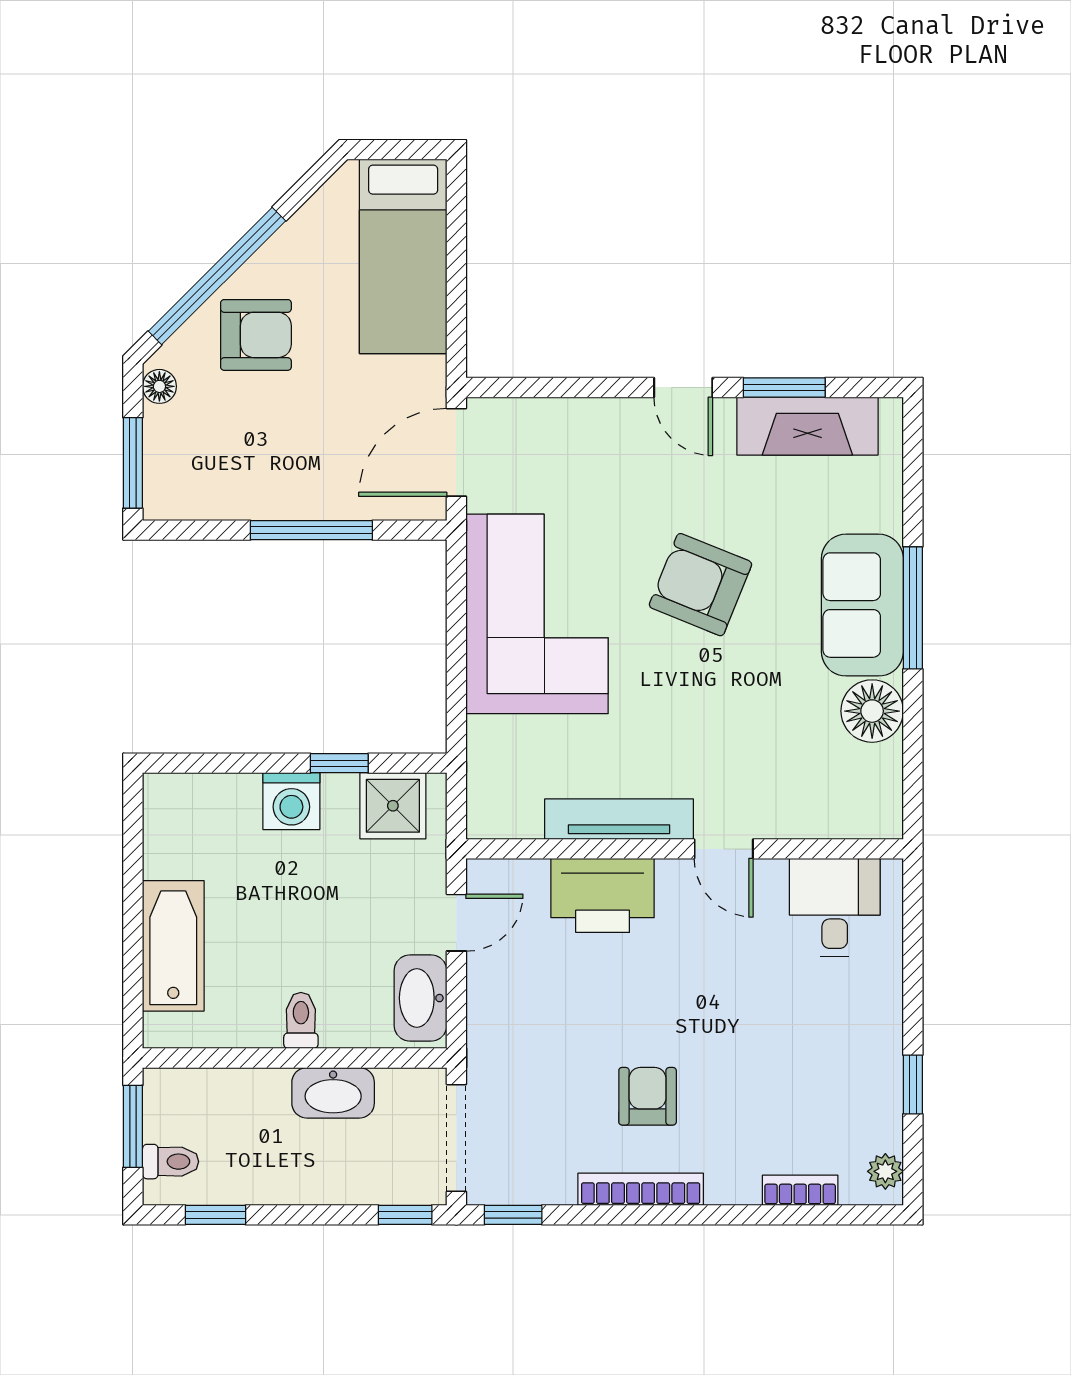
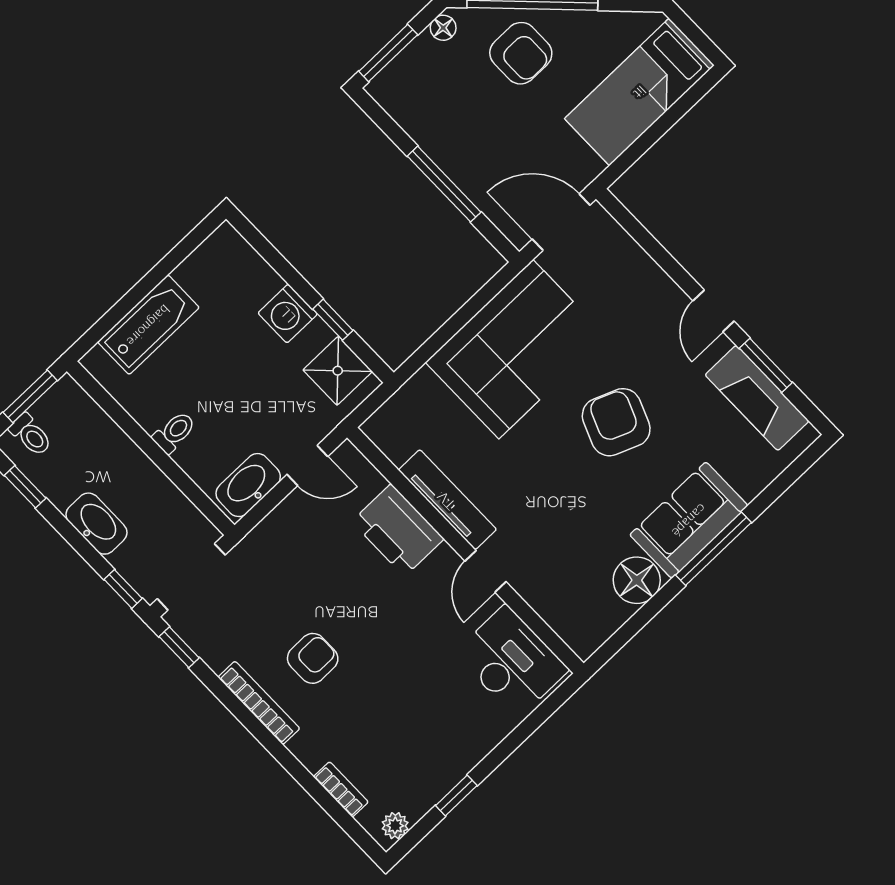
desk: (835, 907) -> (511, 662), width x1.37
washbasin: (333, 1093) -> (96, 524), moved, turned 180

